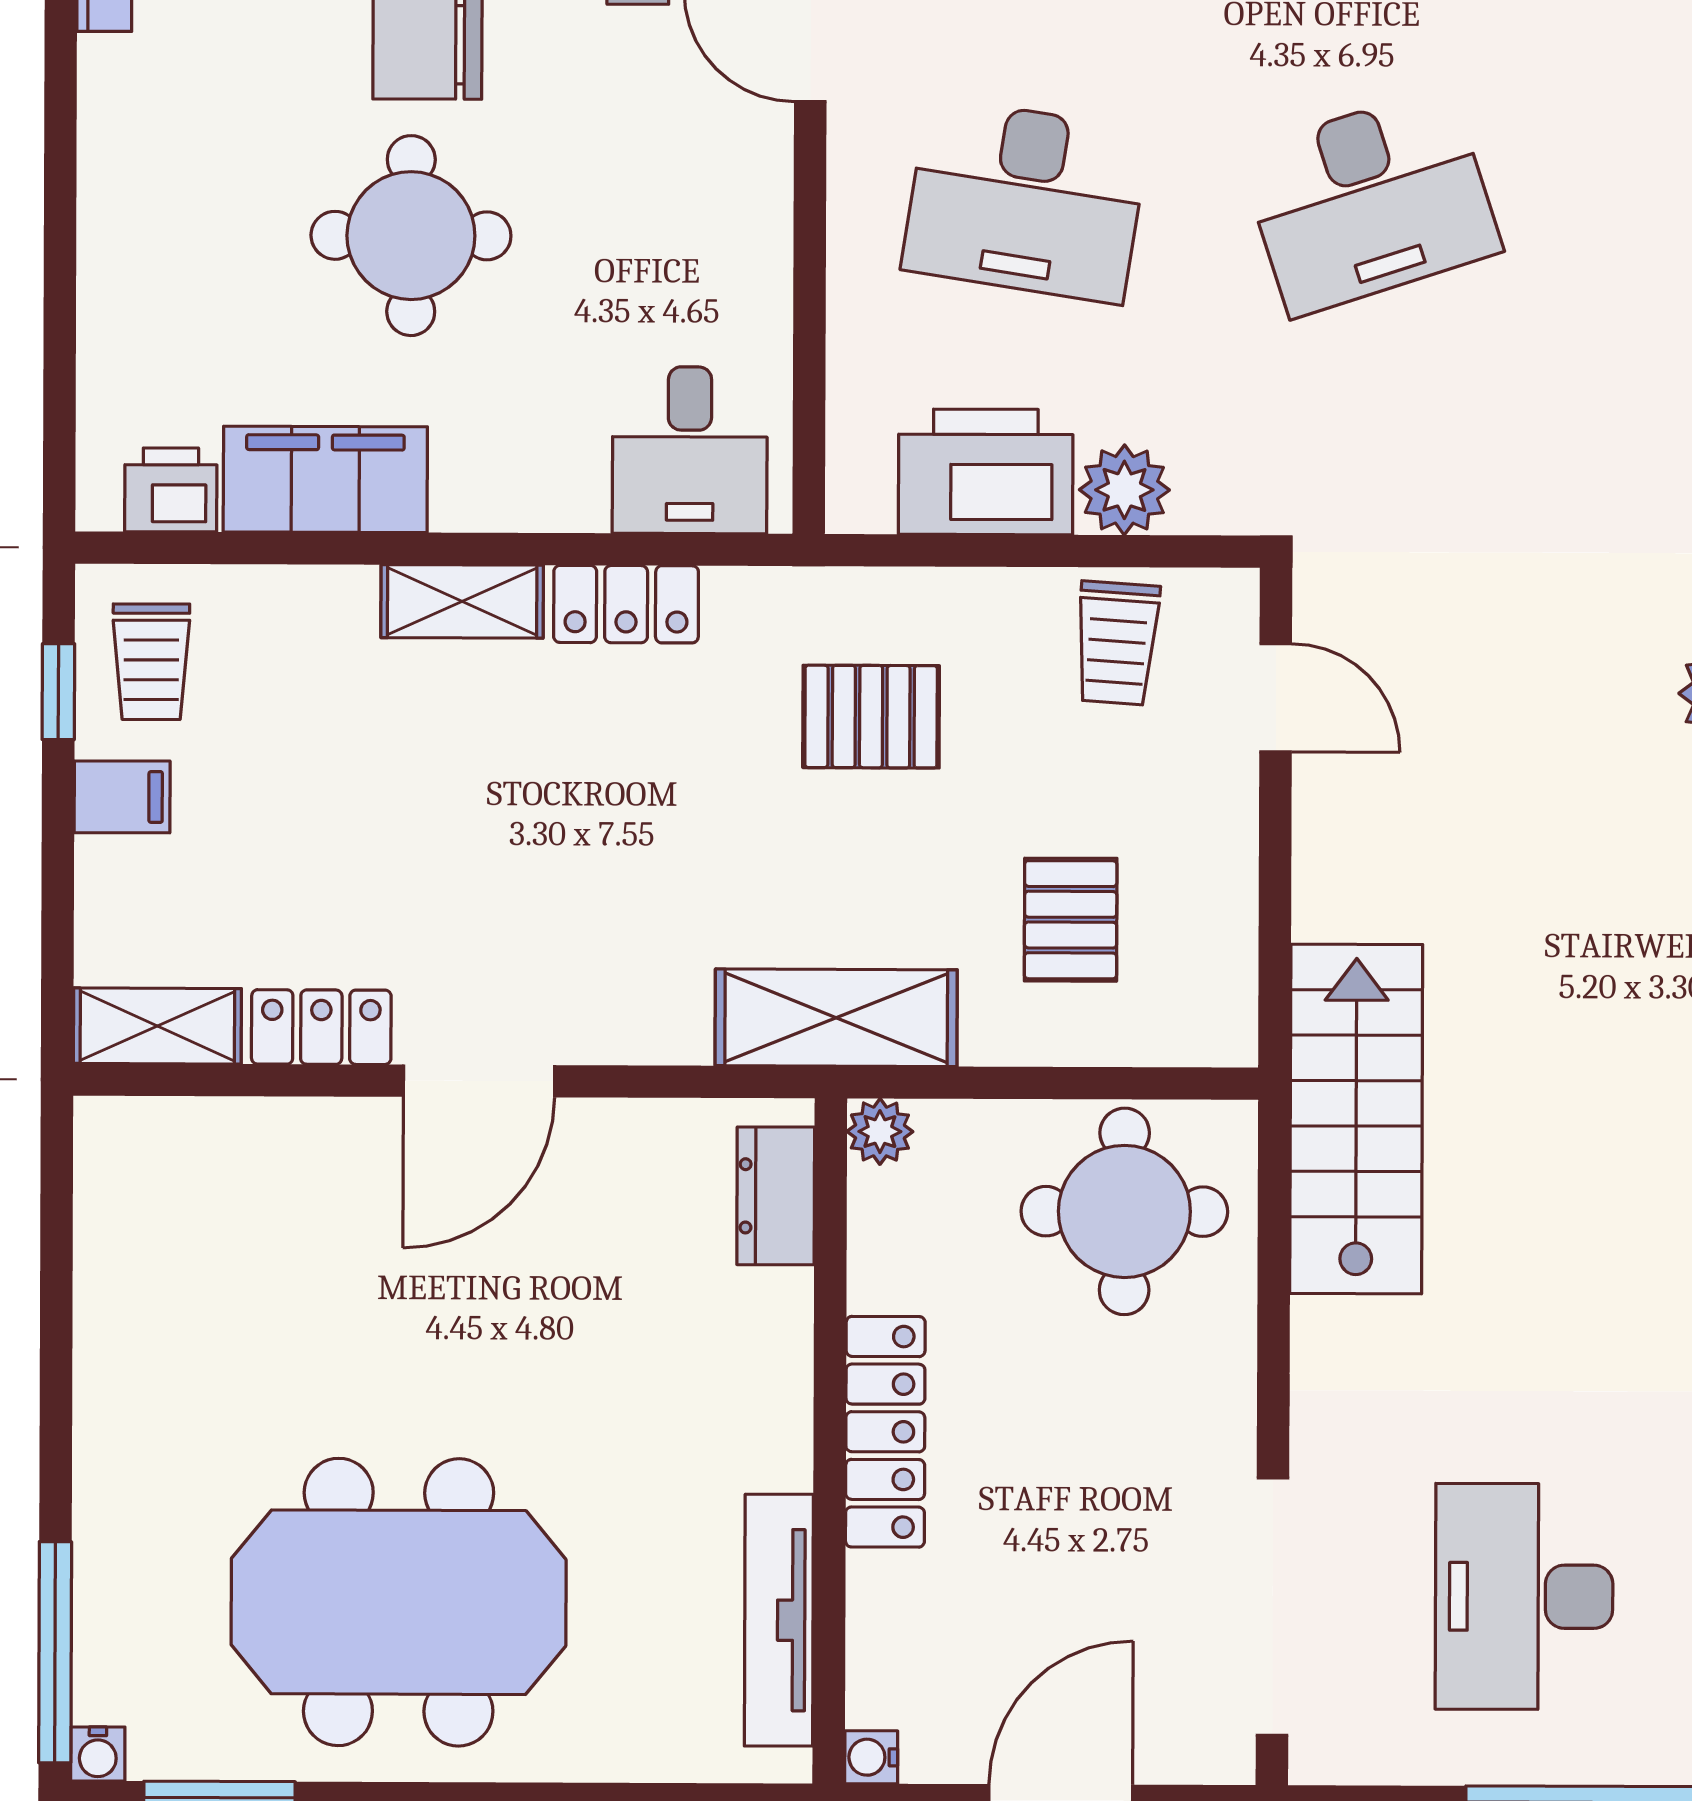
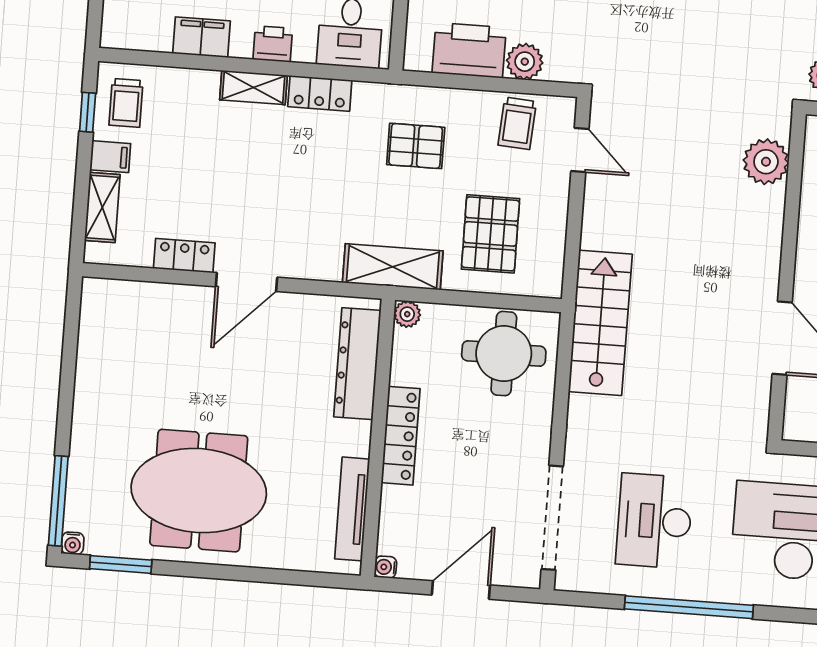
filing cabinet: (325, 479) -> (201, 37), width x0.67, depth x0.86
printer: (171, 490) -> (273, 44), moved
pallet: (1071, 920) -> (491, 234), width x1.50, depth x1.42
shelving: (157, 1026) -> (102, 207), moved, turned 90
dresser: (776, 1196) -> (357, 364), width x1.96, depth x1.24

